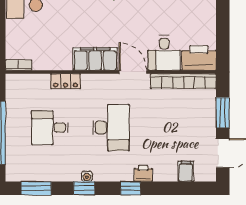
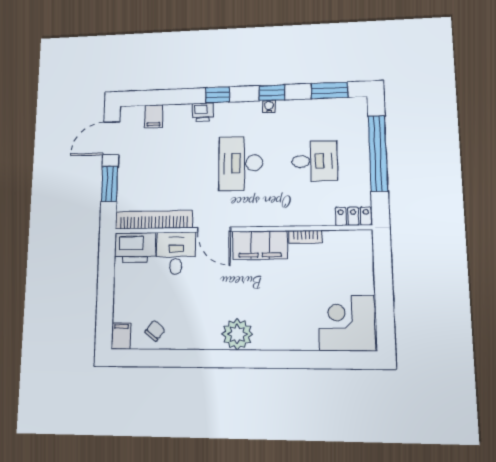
bookcase: (19, 65) -> (305, 237), moved
locker: (65, 81) -> (353, 216), moved

